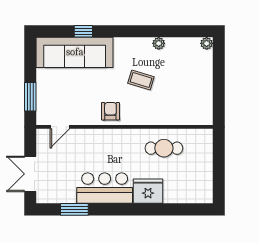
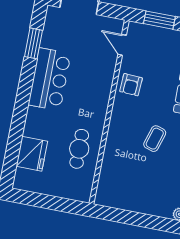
armchair: (110, 111) -> (131, 85), moved, turned 93
fridge: (148, 191) -> (32, 154), moved

